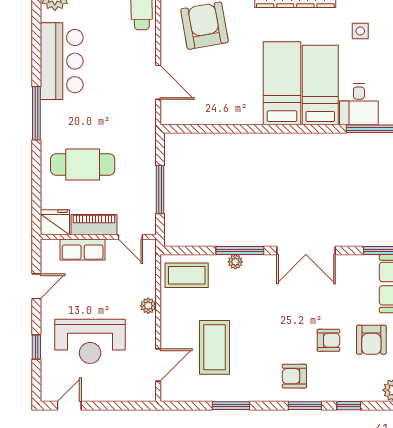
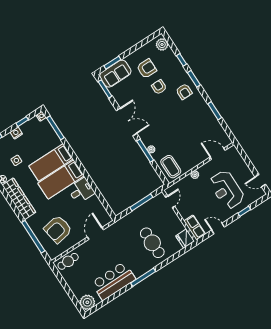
desk: (359, 104) -> (81, 191), moved
piano: (94, 225) -> (175, 221), removed
row of seats: (83, 249) -> (195, 227), moved
reception desk: (90, 341) -> (227, 190), turned 180
coffee table: (215, 347) -> (194, 134), removed

